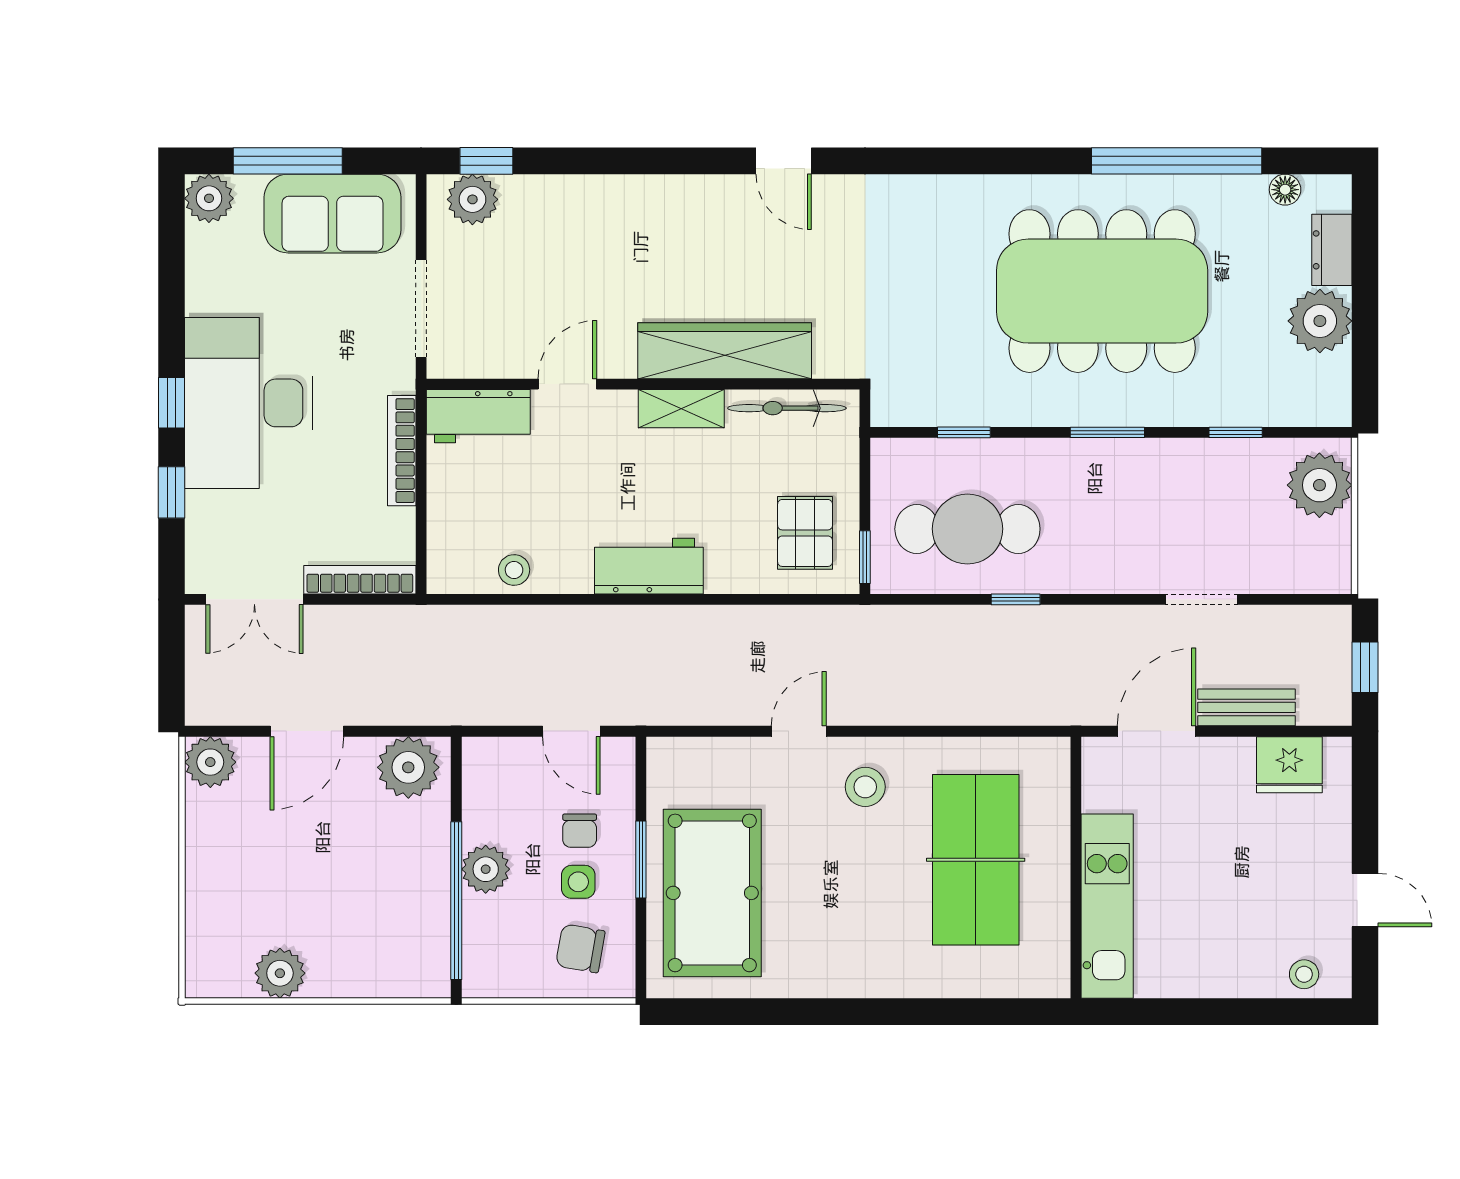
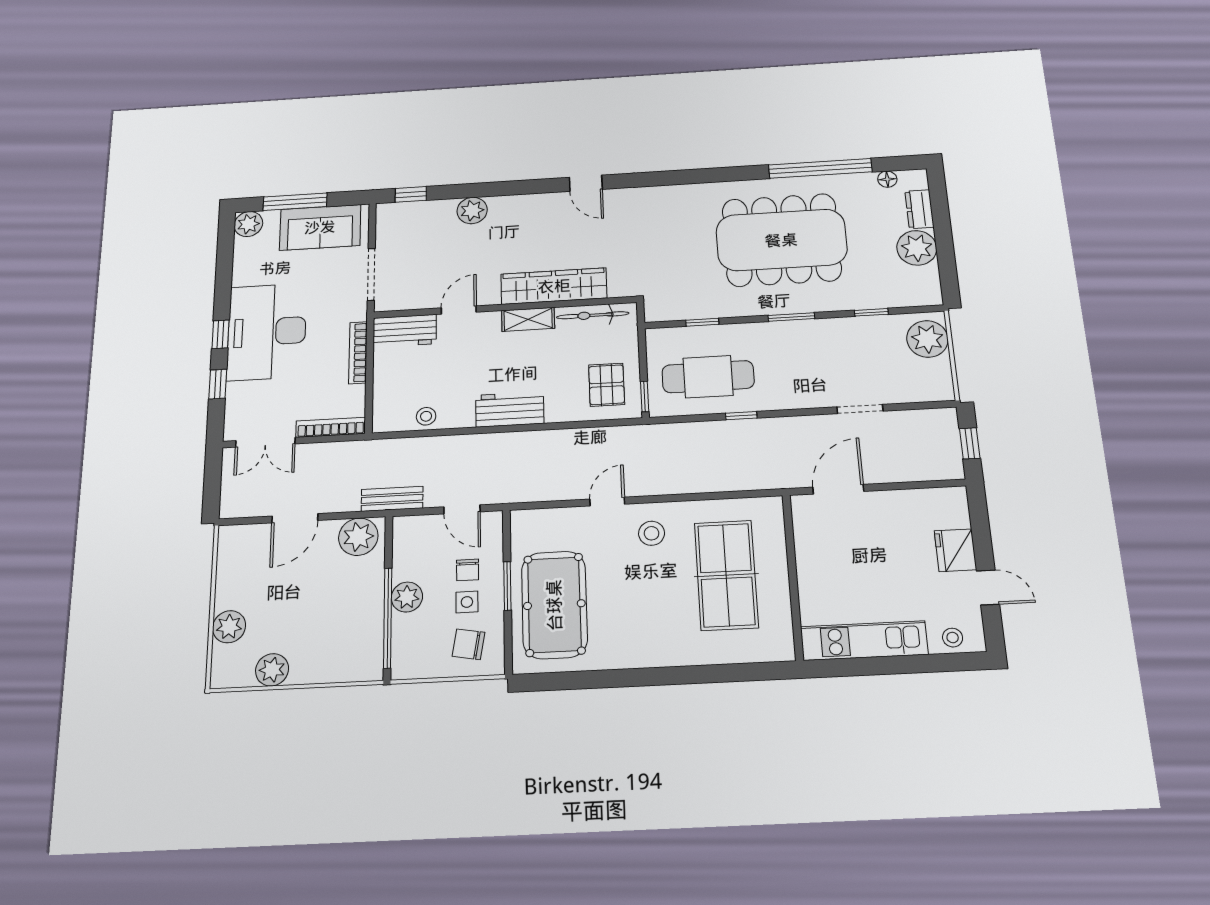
plant: (472, 199) -> (472, 211), moved
bench: (1247, 707) -> (392, 499), moved
plant: (210, 762) -> (229, 627), moved
fridge: (1289, 765) -> (955, 550), moved, turned 90
kitchen unit: (1107, 906) -> (864, 641), moved, turned -90

